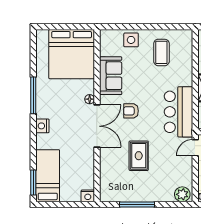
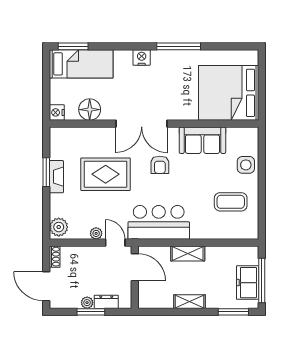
floor lamp: (90, 99) -> (90, 110), moved, width x1.89, depth x1.89
armchair: (131, 111) -> (160, 165), turned 180
rug: (139, 156) -> (106, 174), width x1.36, depth x1.43
plant: (188, 163) -> (96, 233), added
fireplace: (141, 196) -> (56, 177), added
window: (137, 205) -> (46, 172), width x0.69

